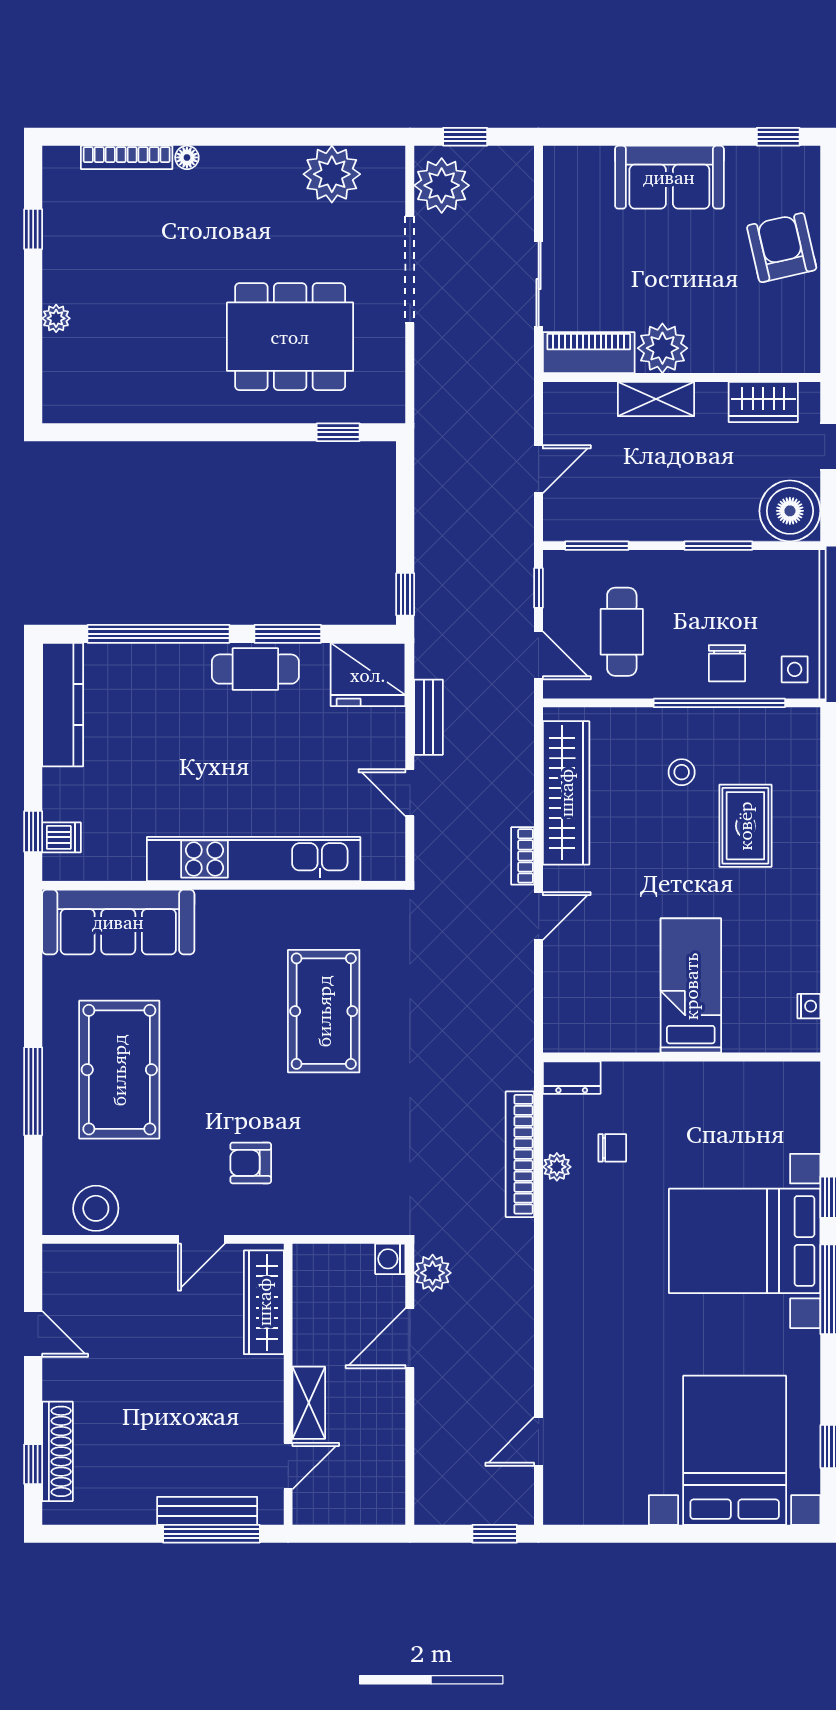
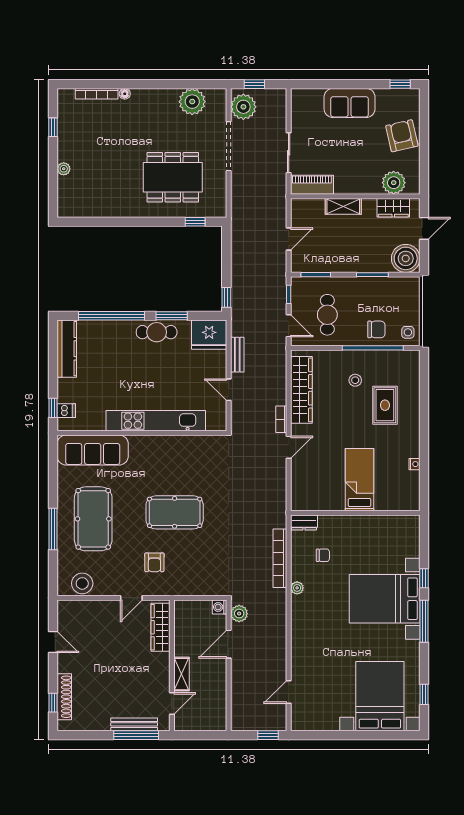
plant: (662, 348) -> (394, 183), moved
chair: (727, 663) -> (376, 329), turned -90
nightstand: (809, 1006) -> (414, 464), moved
pool table: (324, 1011) -> (175, 512), moved, turned 90
armchair: (251, 1163) -> (154, 562), turned -90
plant: (557, 1167) -> (297, 588), moved

